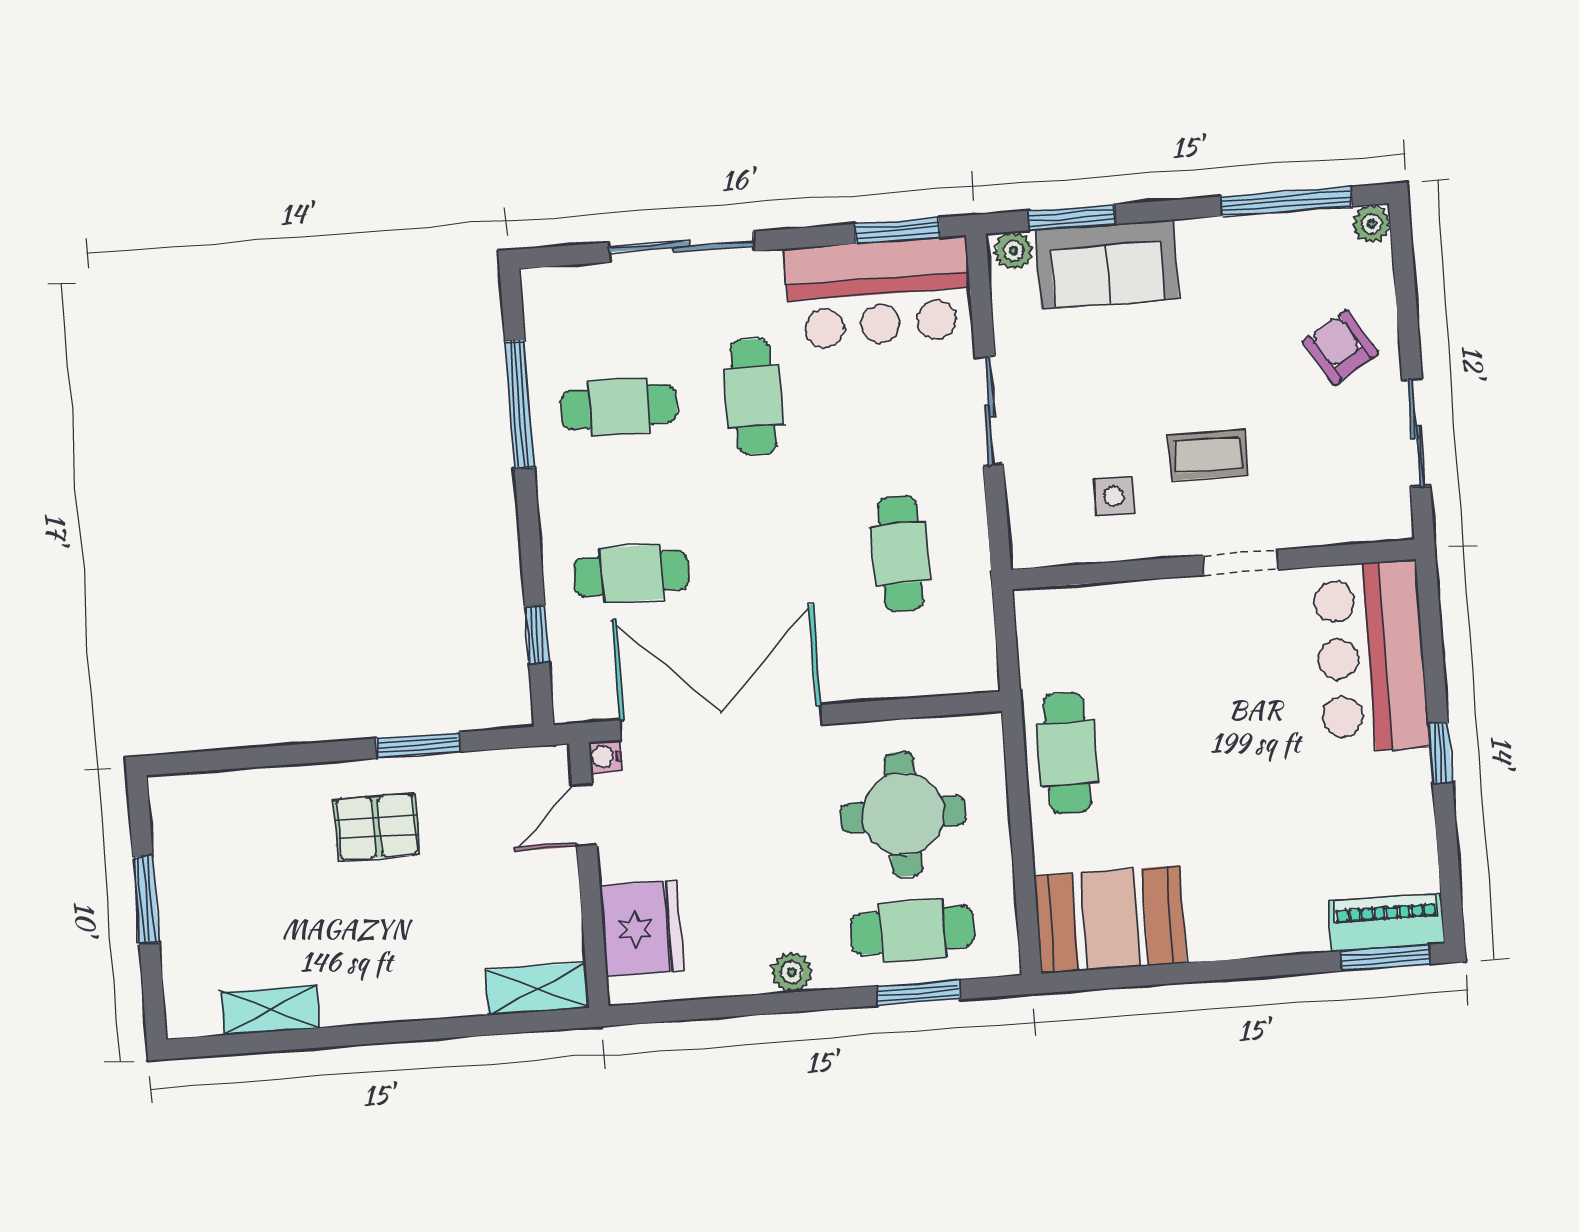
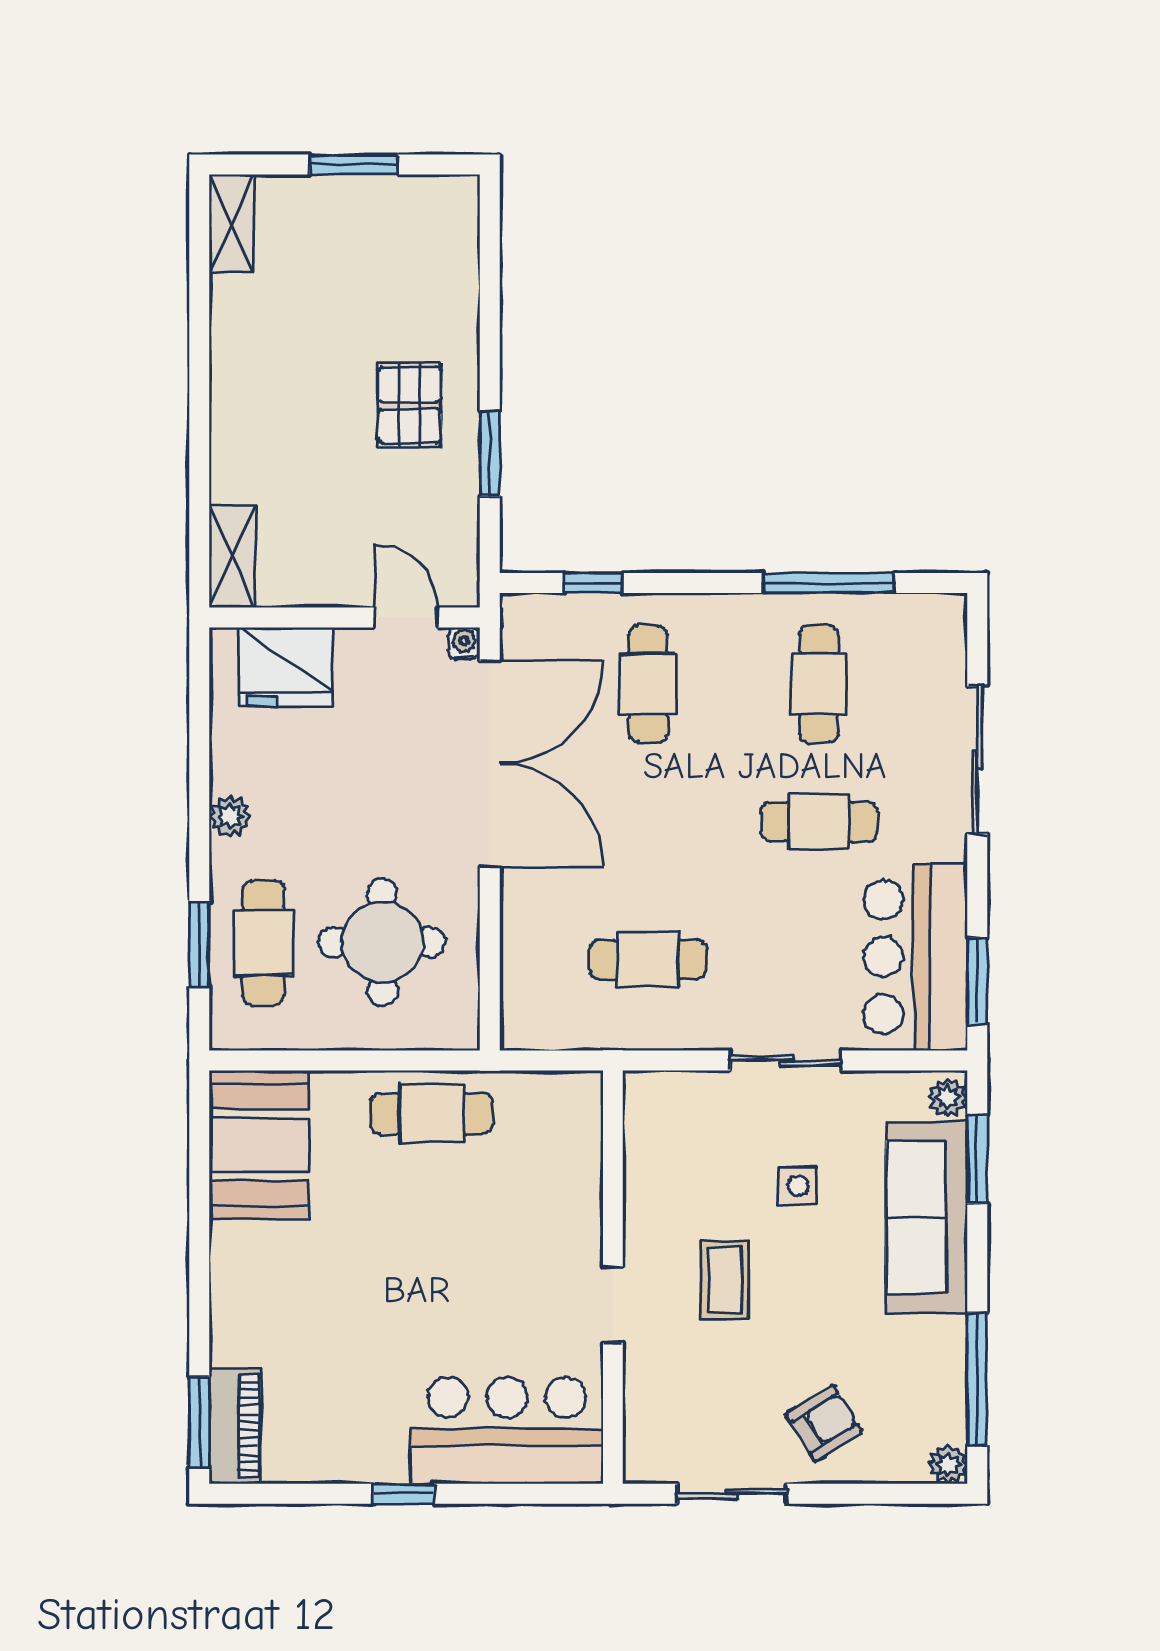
sofa: (1107, 264) -> (927, 1217), width x1.36
side table: (1114, 496) -> (798, 1186), moved
shelving: (270, 1010) -> (231, 223), moved

